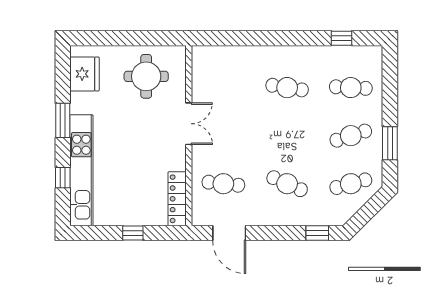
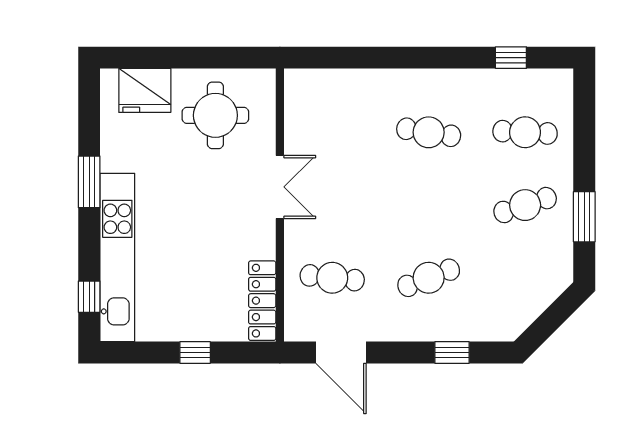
fridge: (84, 74) -> (145, 90), moved, turned 90
window: (63, 178) -> (89, 297), moved
cafe table: (287, 184) -> (429, 278), turned -45
cafe table: (351, 184) -> (525, 278), removed
window: (317, 233) -> (452, 352), moved

